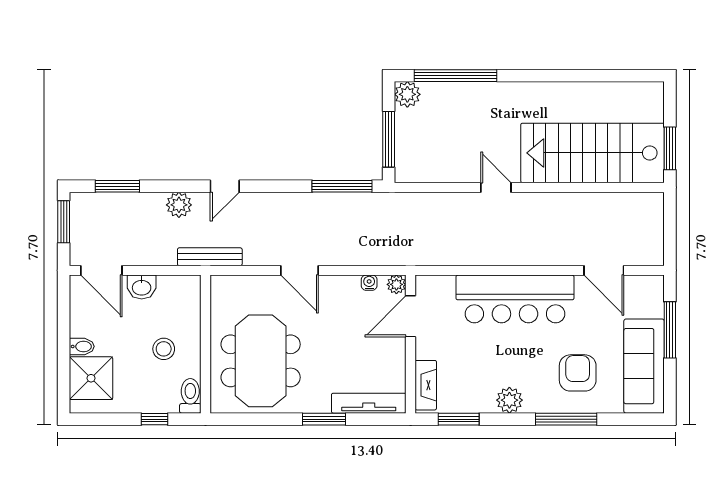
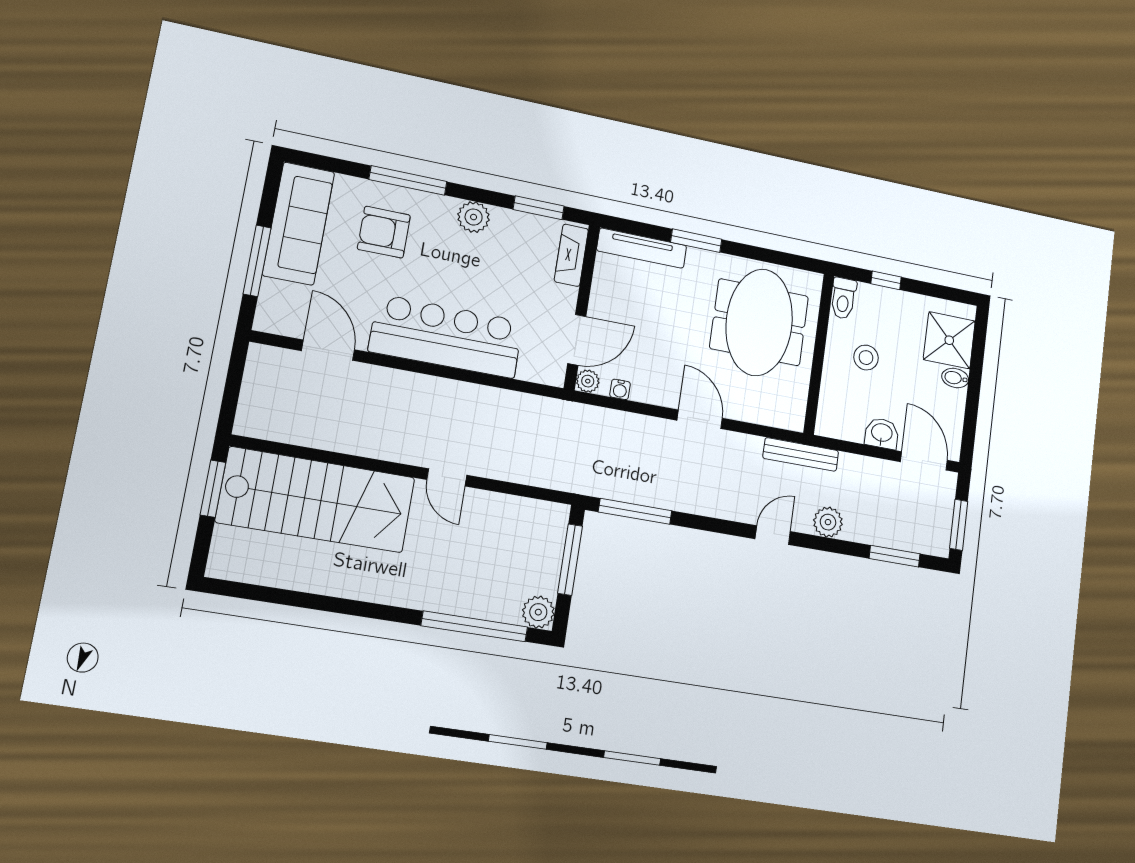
armchair: (578, 373) -> (384, 232), turned 90

